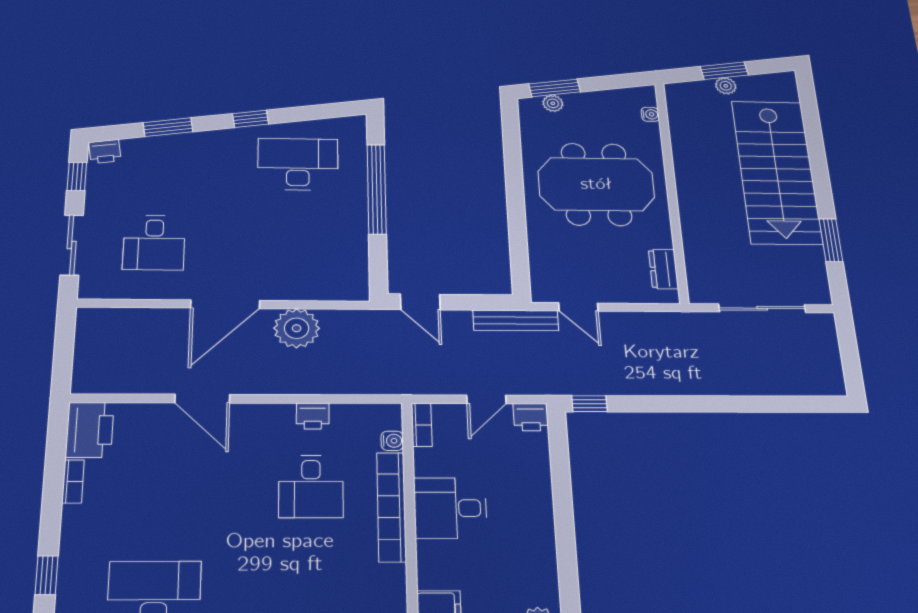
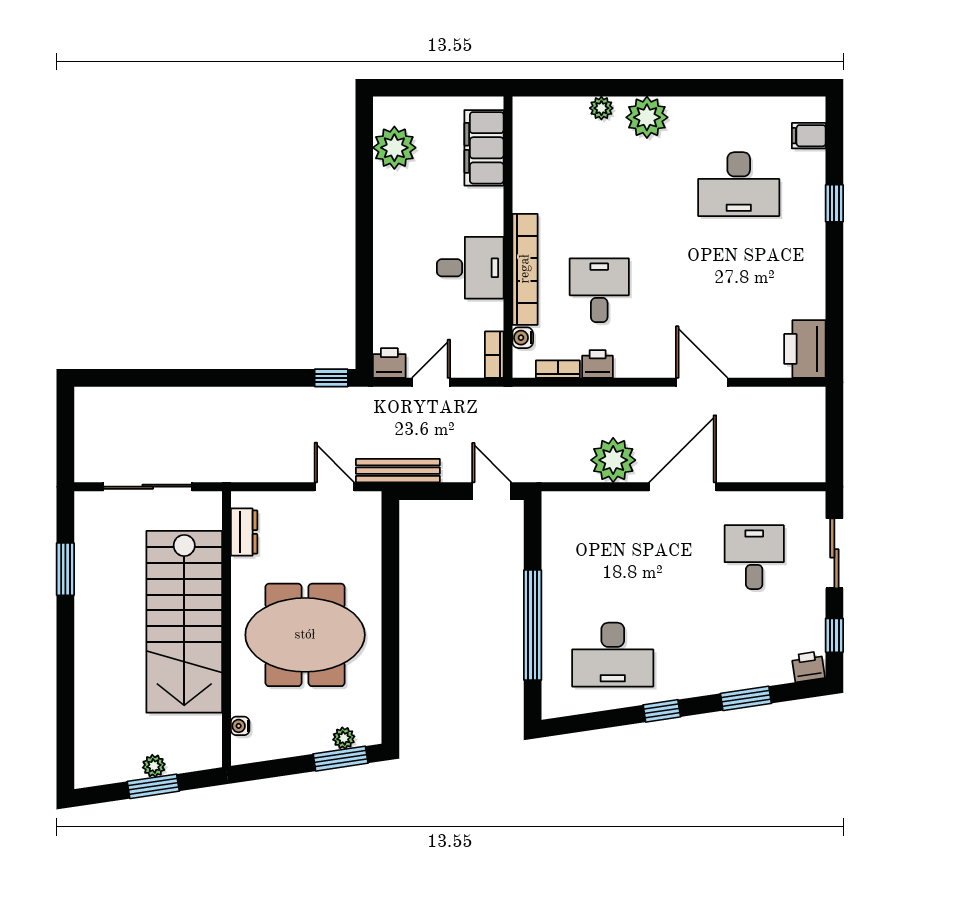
stairs: (776, 172) -> (184, 622), moved, turned 180
bookcase: (73, 481) -> (558, 369), moved, turned 90

